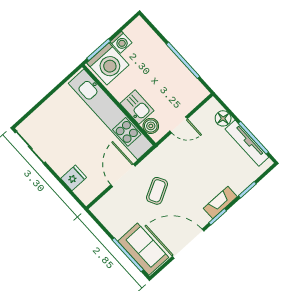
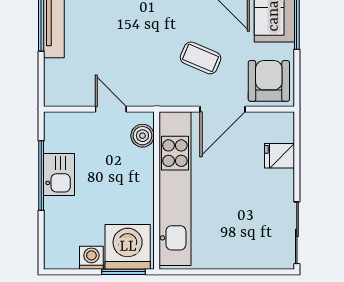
kitchen sink: (137, 107) -> (59, 174), moved, turned 180
floor lamp: (223, 118) -> (55, 72), removed
coffee table: (157, 191) -> (201, 58), turned 51
armchair: (113, 210) -> (269, 81), added

